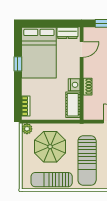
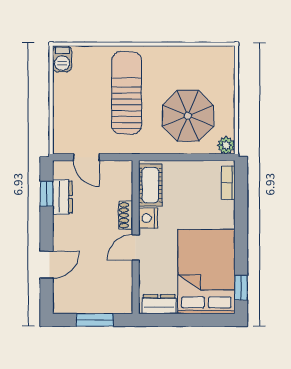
door: (82, 49) -> (136, 247), moved
window: (18, 64) -> (241, 288), moved
sun lounger: (52, 180) -> (185, 61), removed

